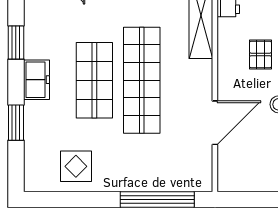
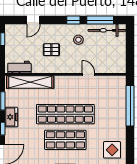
door: (215, 123) -> (88, 74), width x0.53

